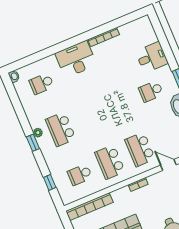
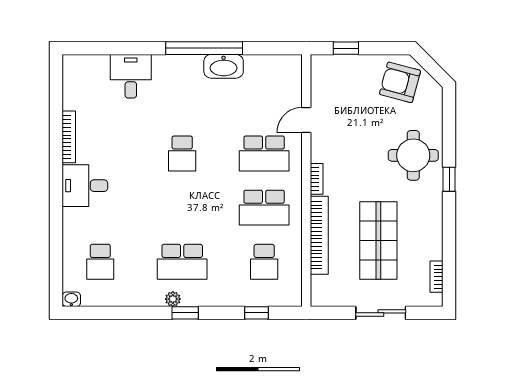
desk: (76, 59) -> (85, 186), width x0.73
school desk: (151, 91) -> (182, 153), moved
bookcase: (89, 207) -> (319, 235), moved

